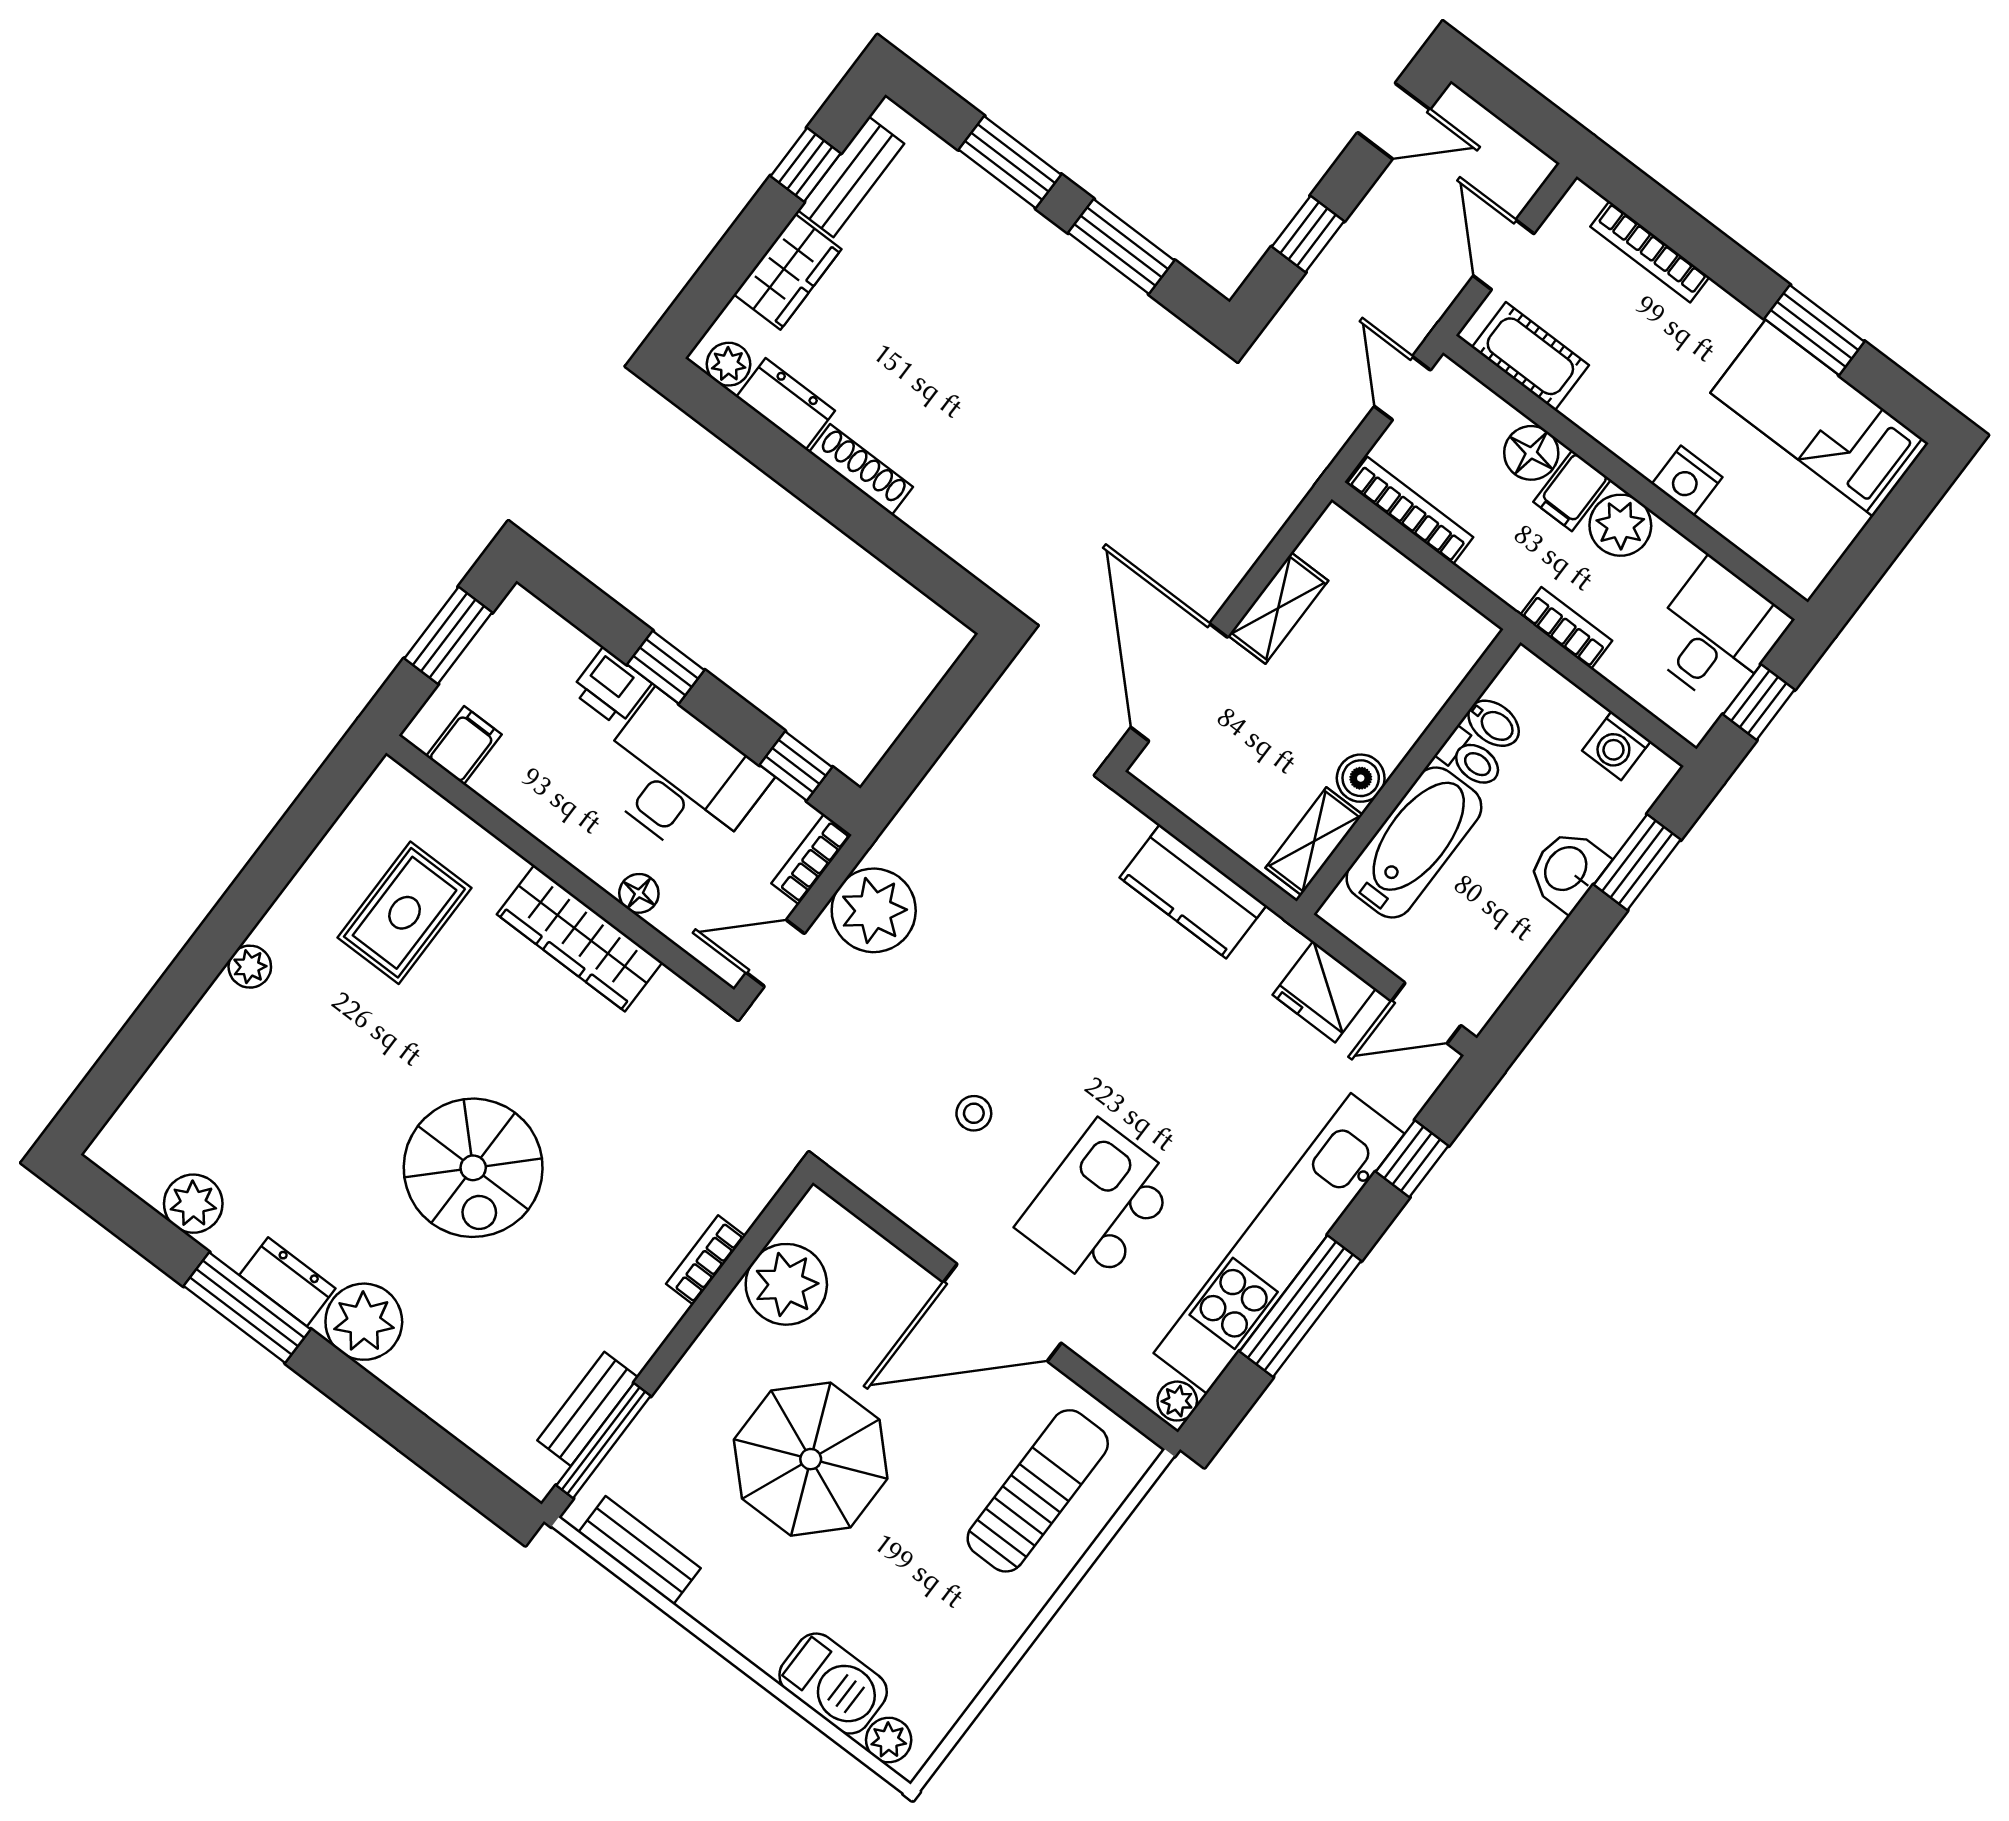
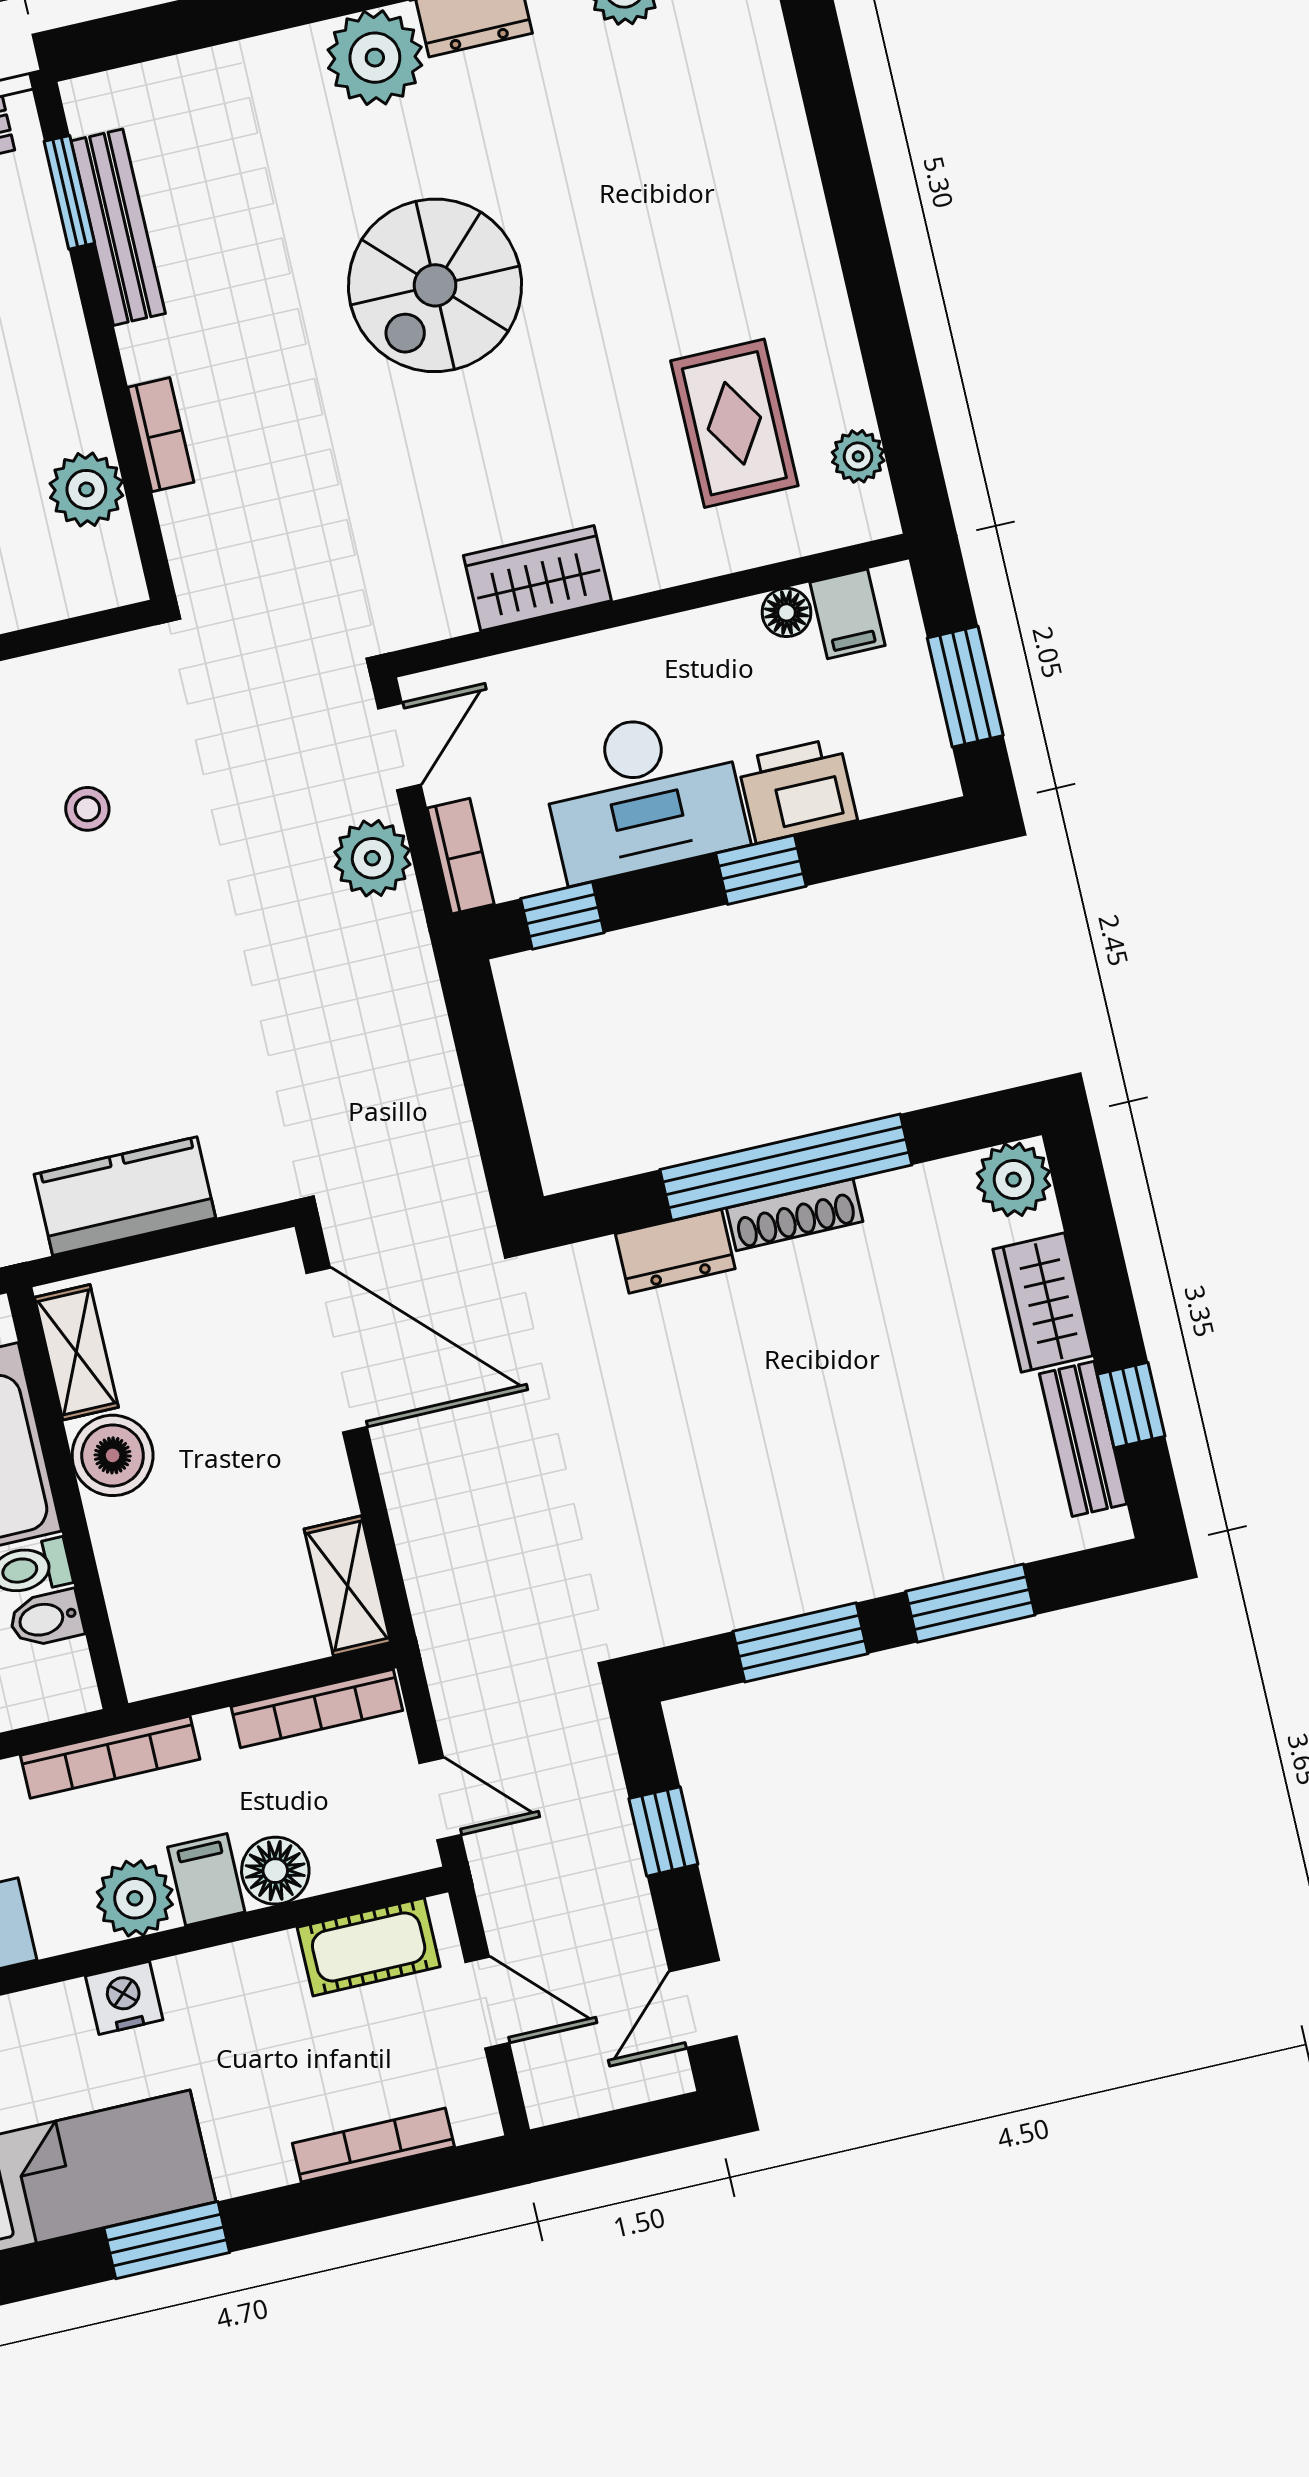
plant: (729, 364) -> (1014, 1180), width x1.38, depth x1.38
dresser: (786, 404) -> (675, 1251), moved
window: (836, 499) -> (786, 1167), added
shelving: (1278, 608) -> (347, 1586), moved
bookcase: (1566, 628) -> (110, 1757), width x1.56
printer: (611, 687) -> (797, 790), width x1.36, depth x1.24
boiler: (1361, 778) -> (113, 1455), width x1.36, depth x1.36
floor lamp: (639, 893) -> (787, 612), moved
plant: (874, 910) -> (372, 858), width x0.73, depth x0.73
wardrobe: (580, 938) -> (537, 578), width x0.67
plant: (250, 967) -> (858, 456), moved
spiral stairs: (473, 1168) -> (435, 285), turned -90
plant: (786, 1284) -> (86, 489), width x0.73, depth x0.73
bench: (588, 1409) -> (118, 227), width x1.36
window: (603, 1441) -> (69, 192), width x0.69

